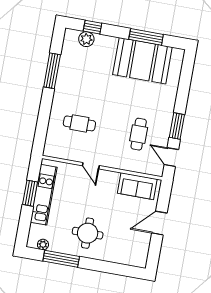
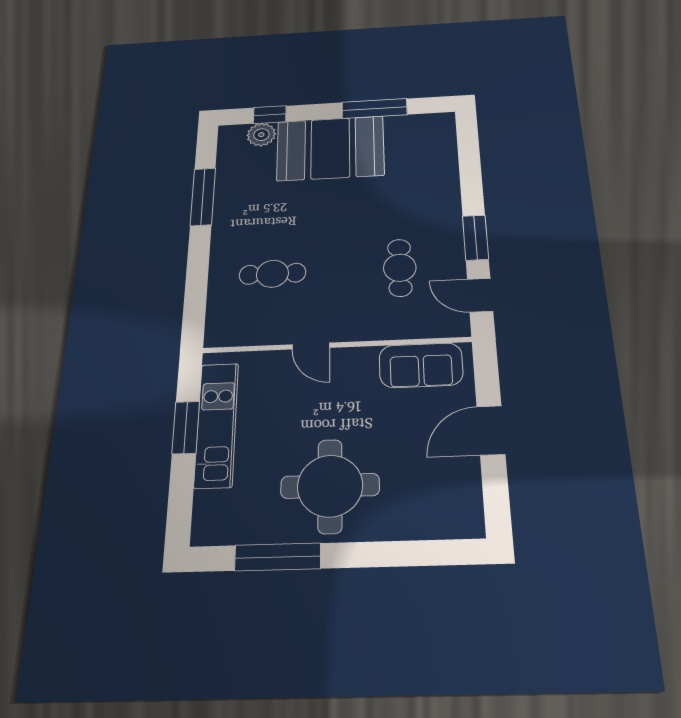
booth: (142, 61) -> (330, 148), moved
round table: (88, 233) -> (330, 486), width x1.36, depth x1.36
plant: (43, 245) -> (230, 533), removed

